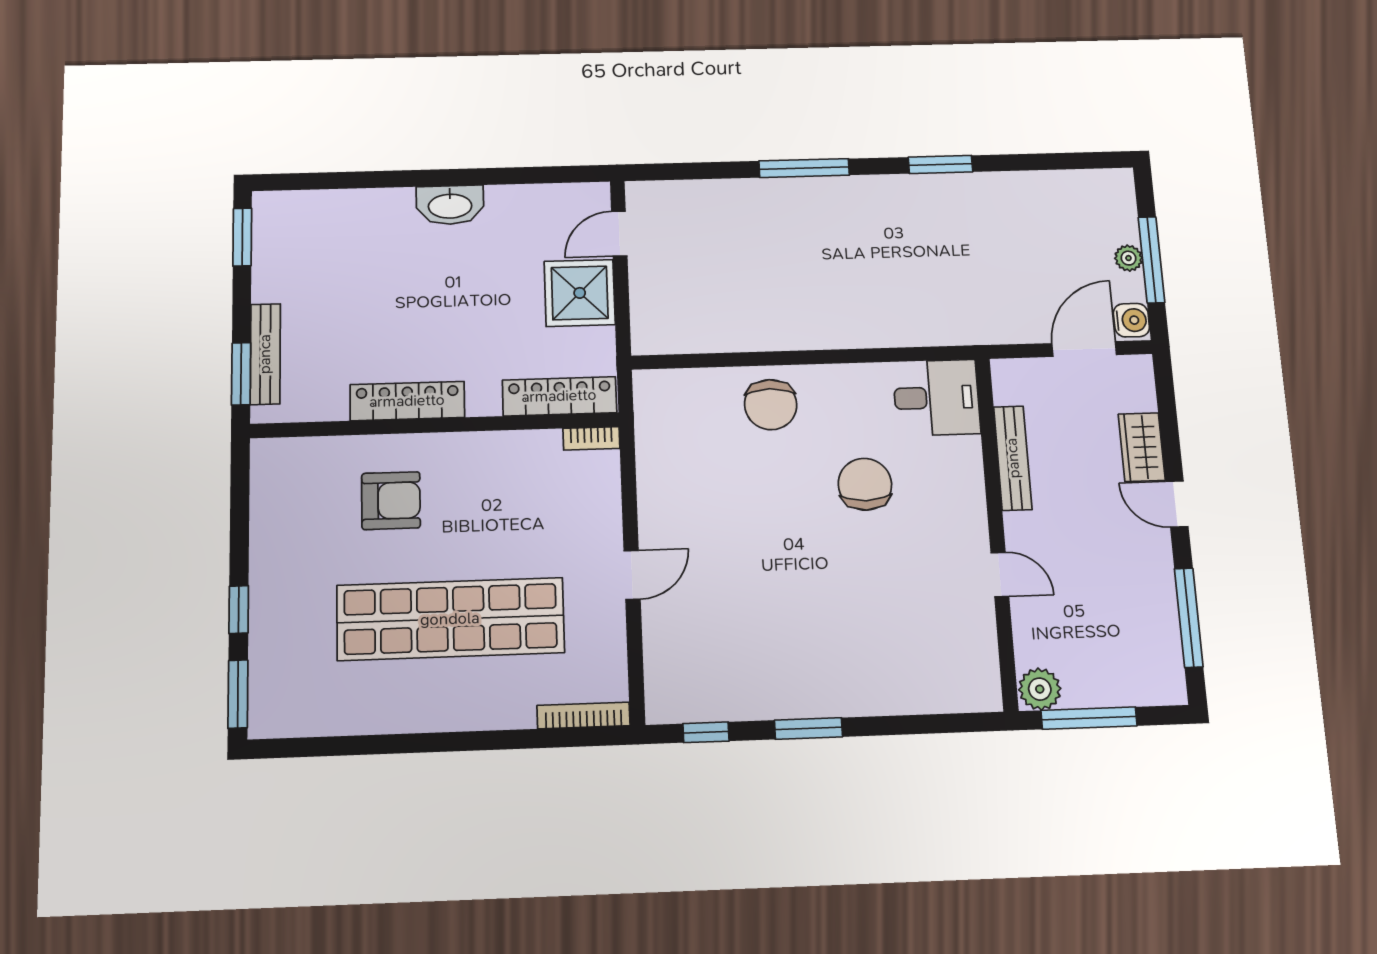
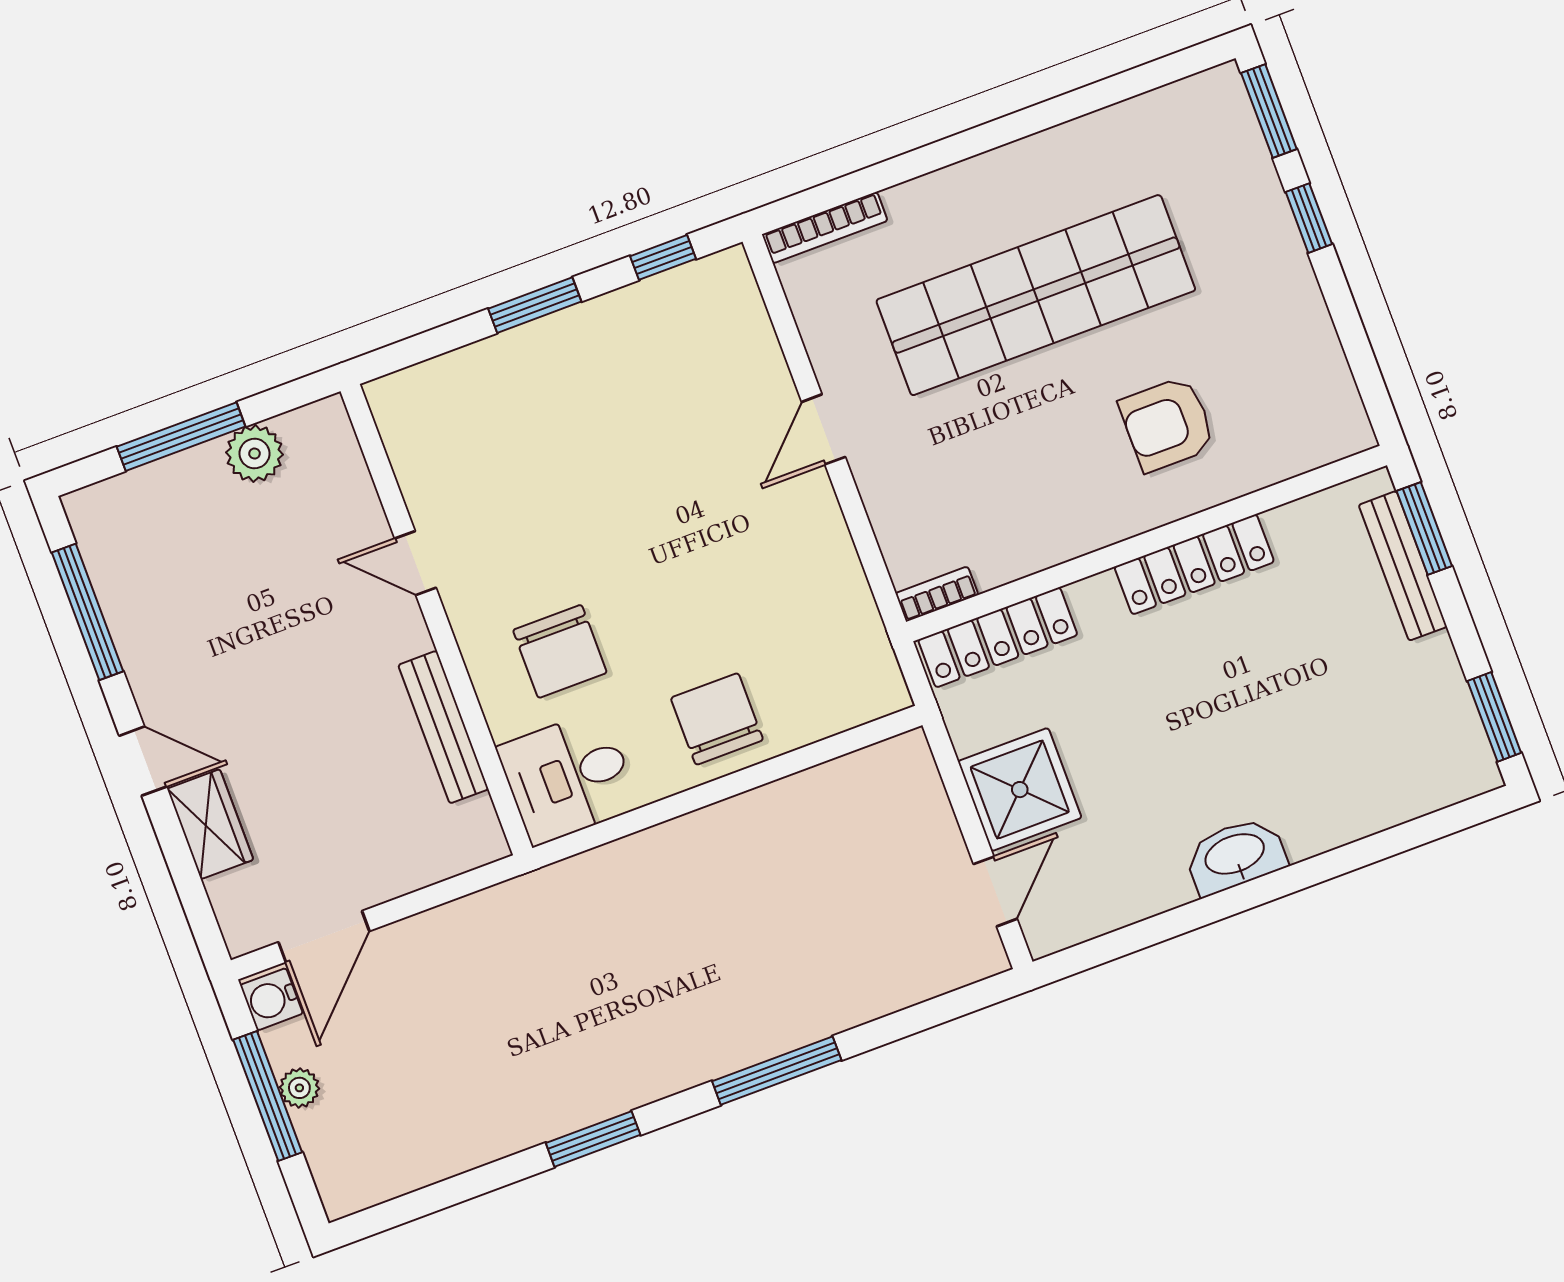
desk: (936, 398) -> (568, 777), moved
bench: (1013, 458) -> (443, 727), moved
wall: (996, 532) -> (436, 620), moved
door: (1000, 575) -> (415, 563), moved

